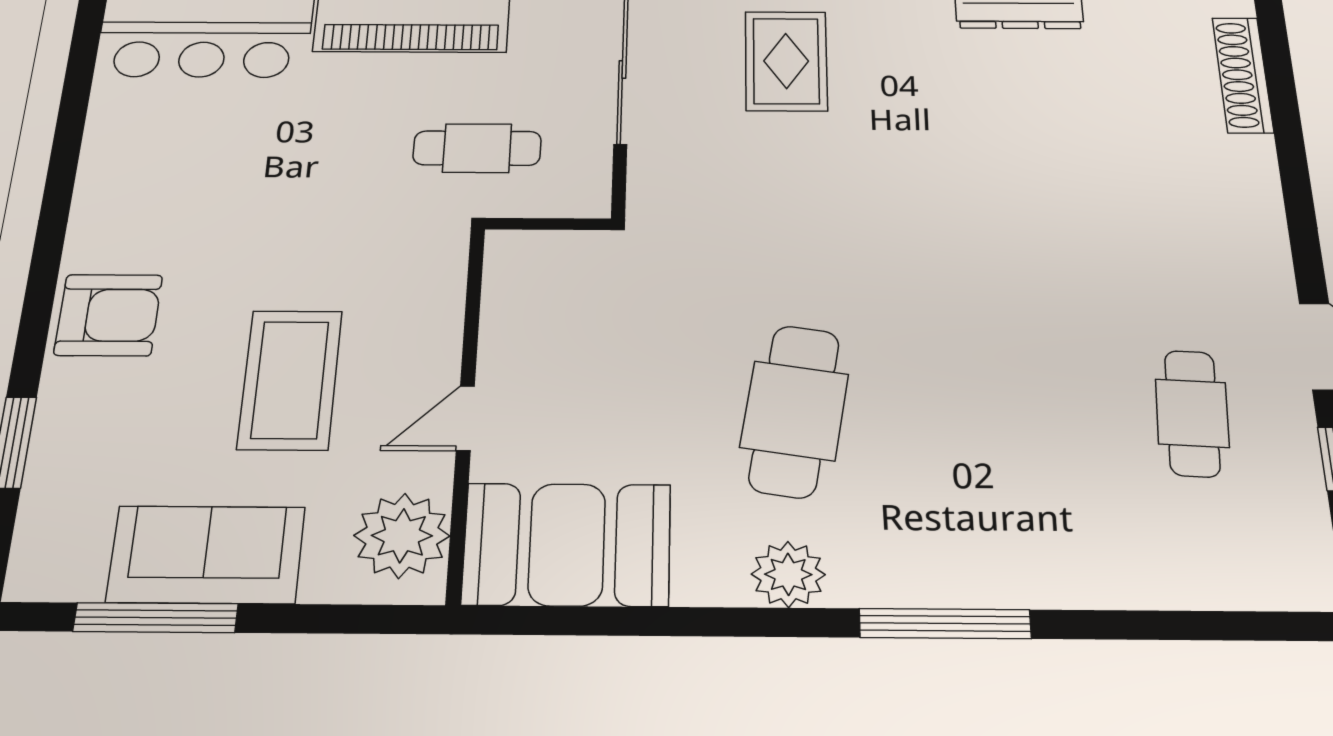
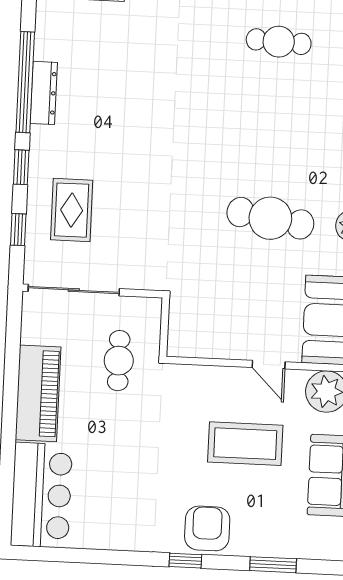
rug: (786, 61) -> (72, 210), turned 90
window: (43, 278) -> (185, 561), added

